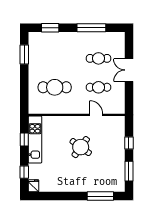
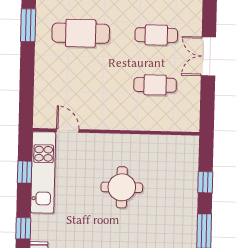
cafe table: (55, 87) -> (81, 33), moved
door: (96, 115) -> (68, 131), moved
round table: (81, 147) -> (122, 187), turned -36

